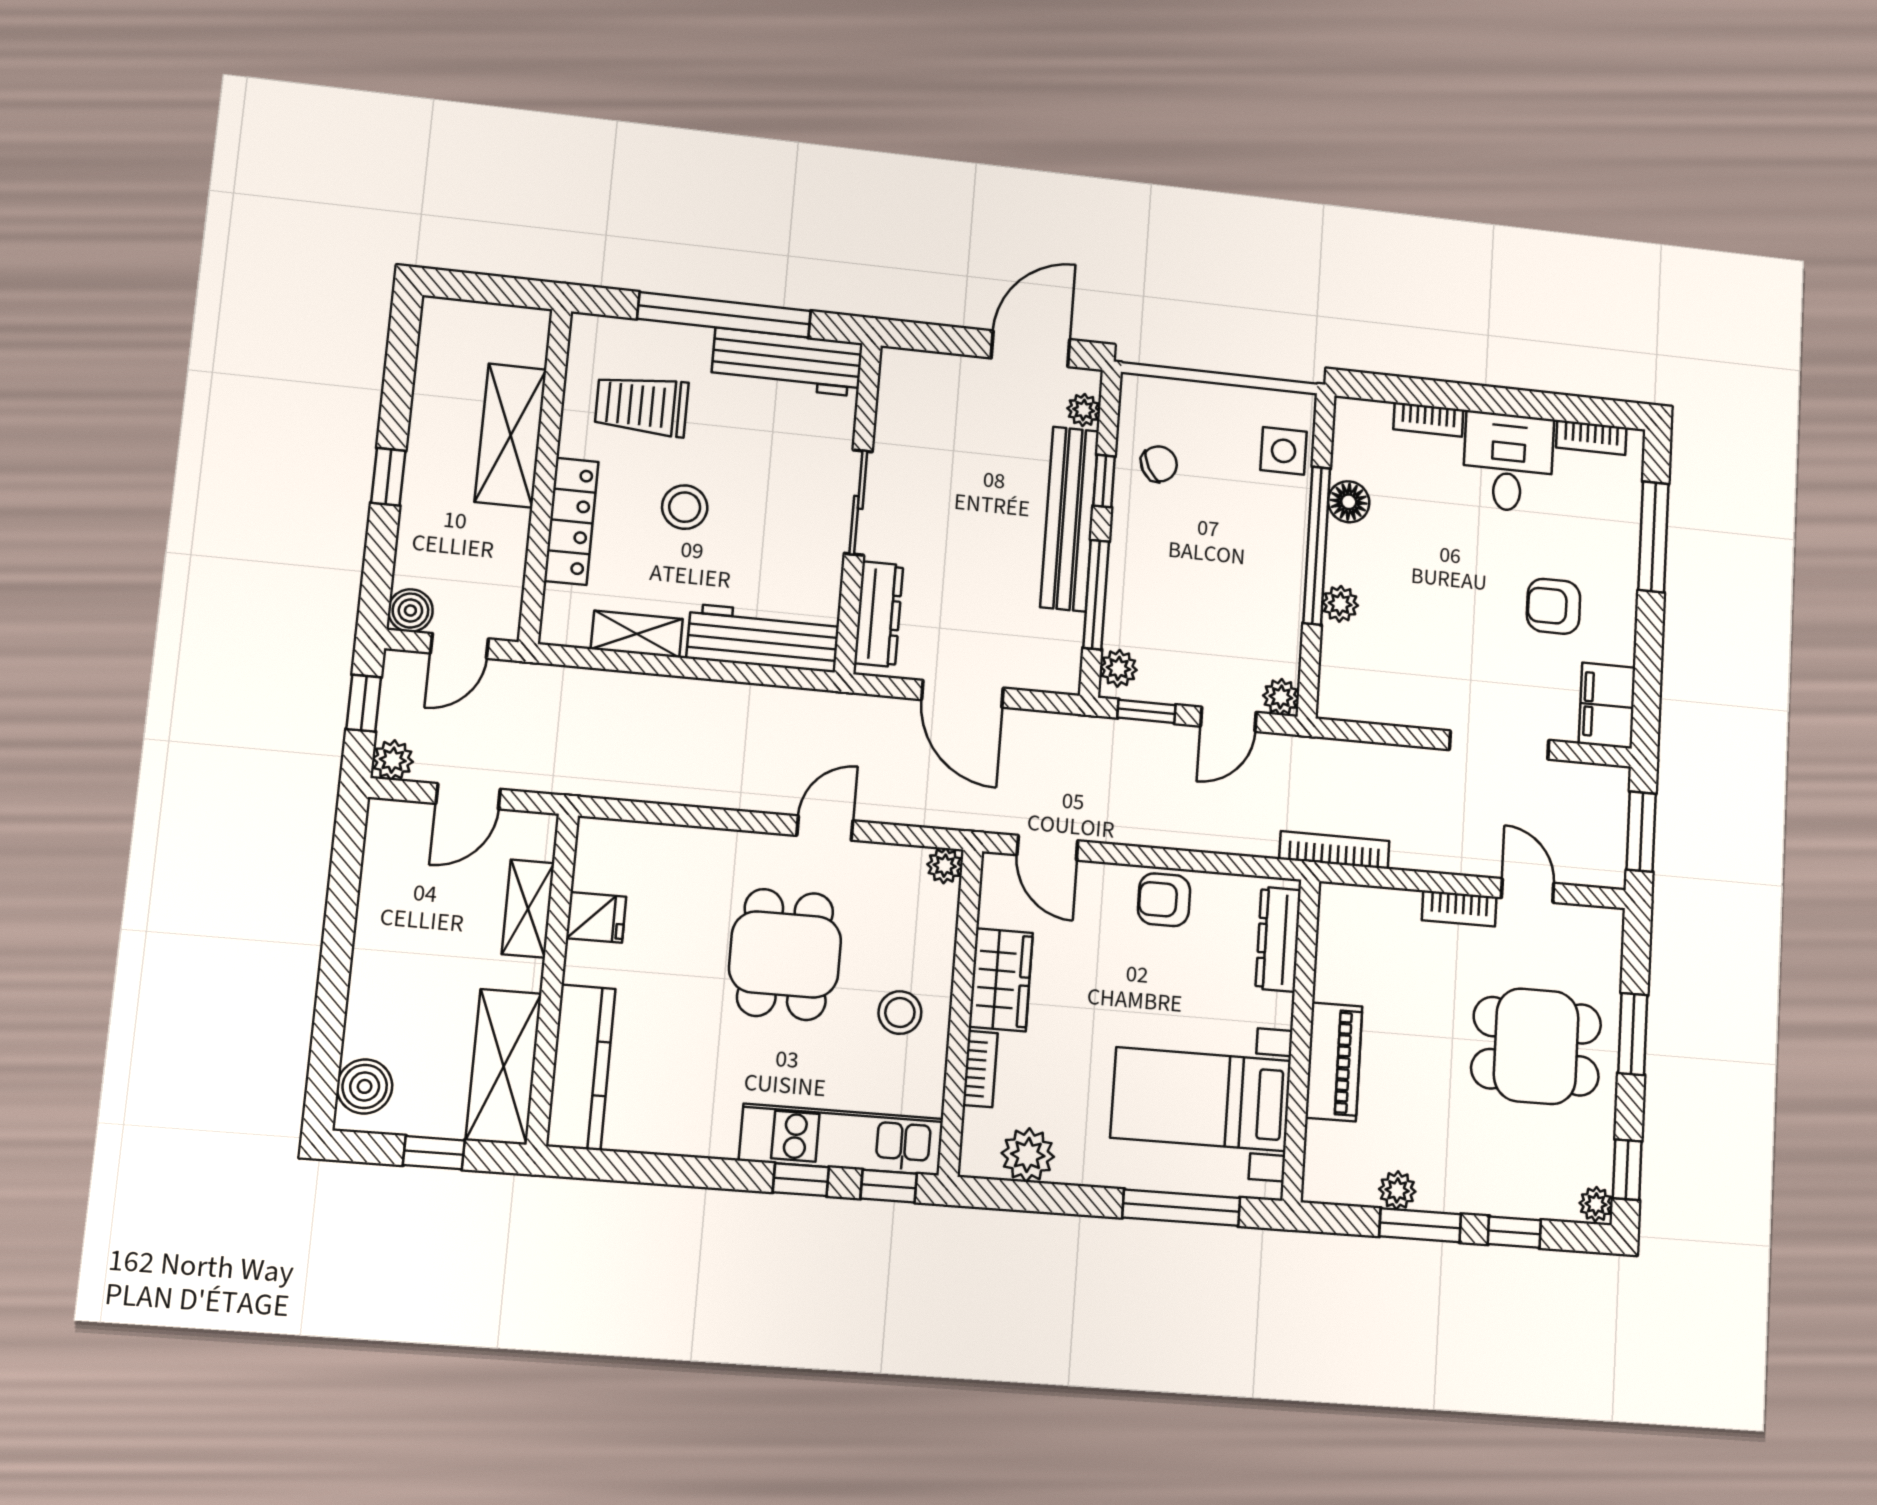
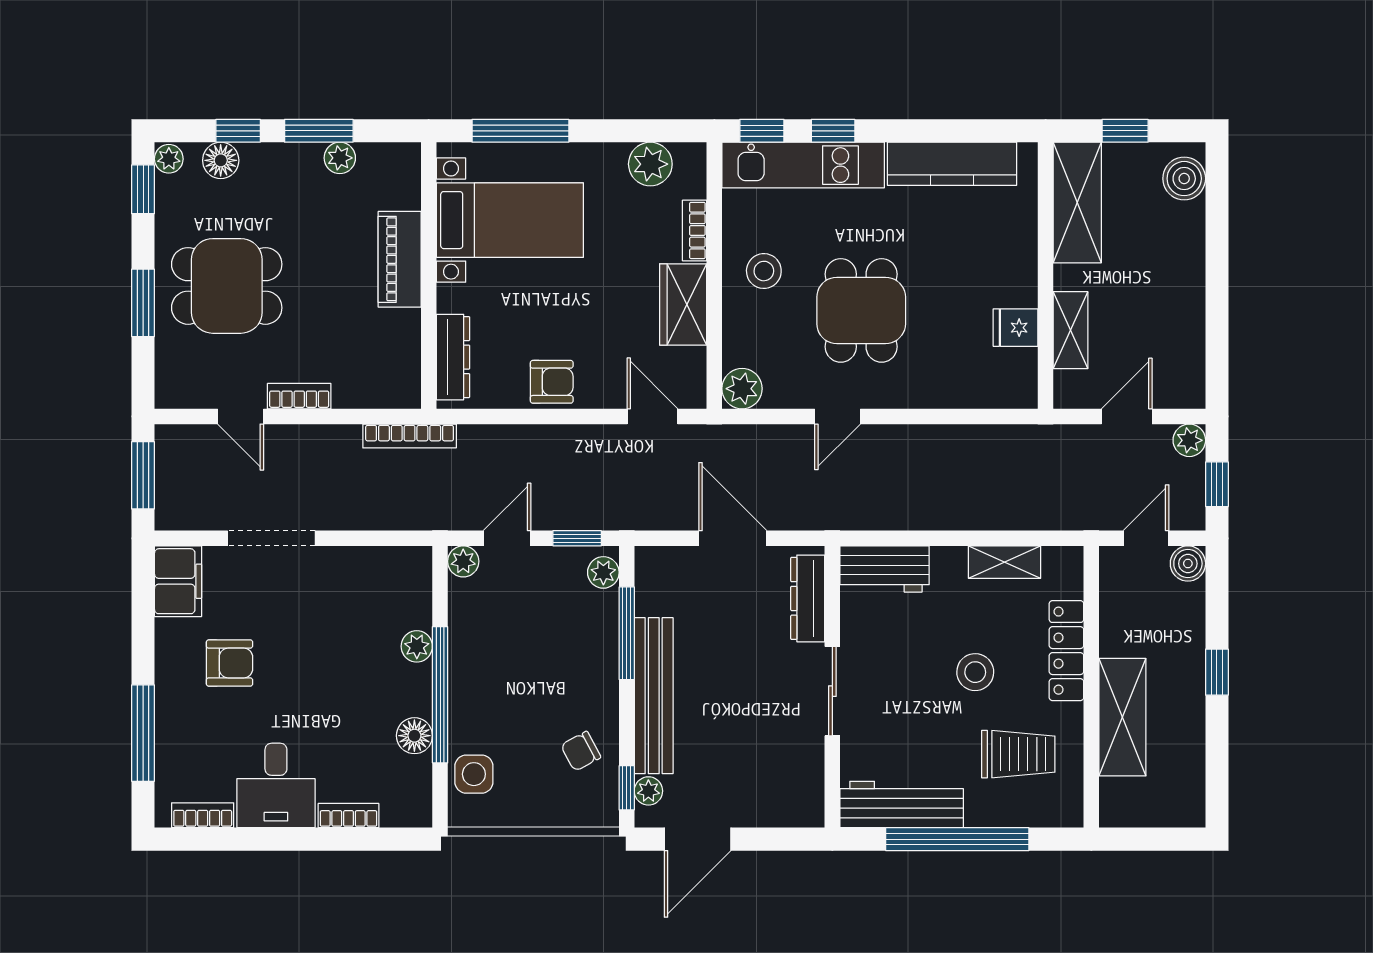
window: (1104, 481) -> (627, 788), moved
workbench: (763, 638) -> (885, 569), width x0.73
plant: (945, 866) -> (742, 389), width x1.38, depth x1.38
kitchen counter: (581, 1067) -> (952, 164), moved, turned -90
floor lamp: (1536, 1198) -> (221, 160), added

